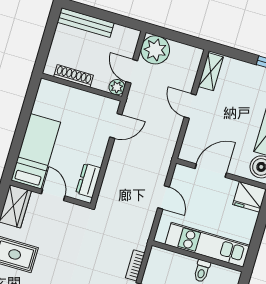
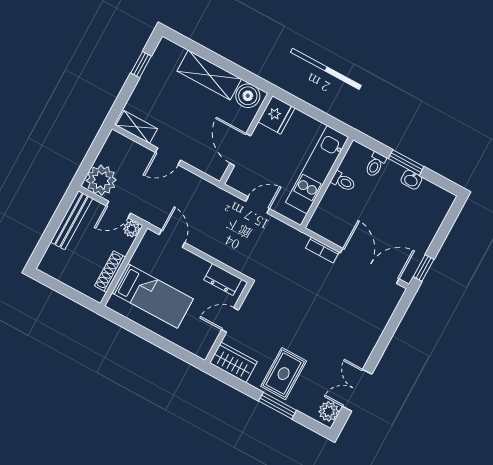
bench: (86, 23) -> (71, 220), moved
bed: (36, 151) -> (152, 296), moved, turned 180

